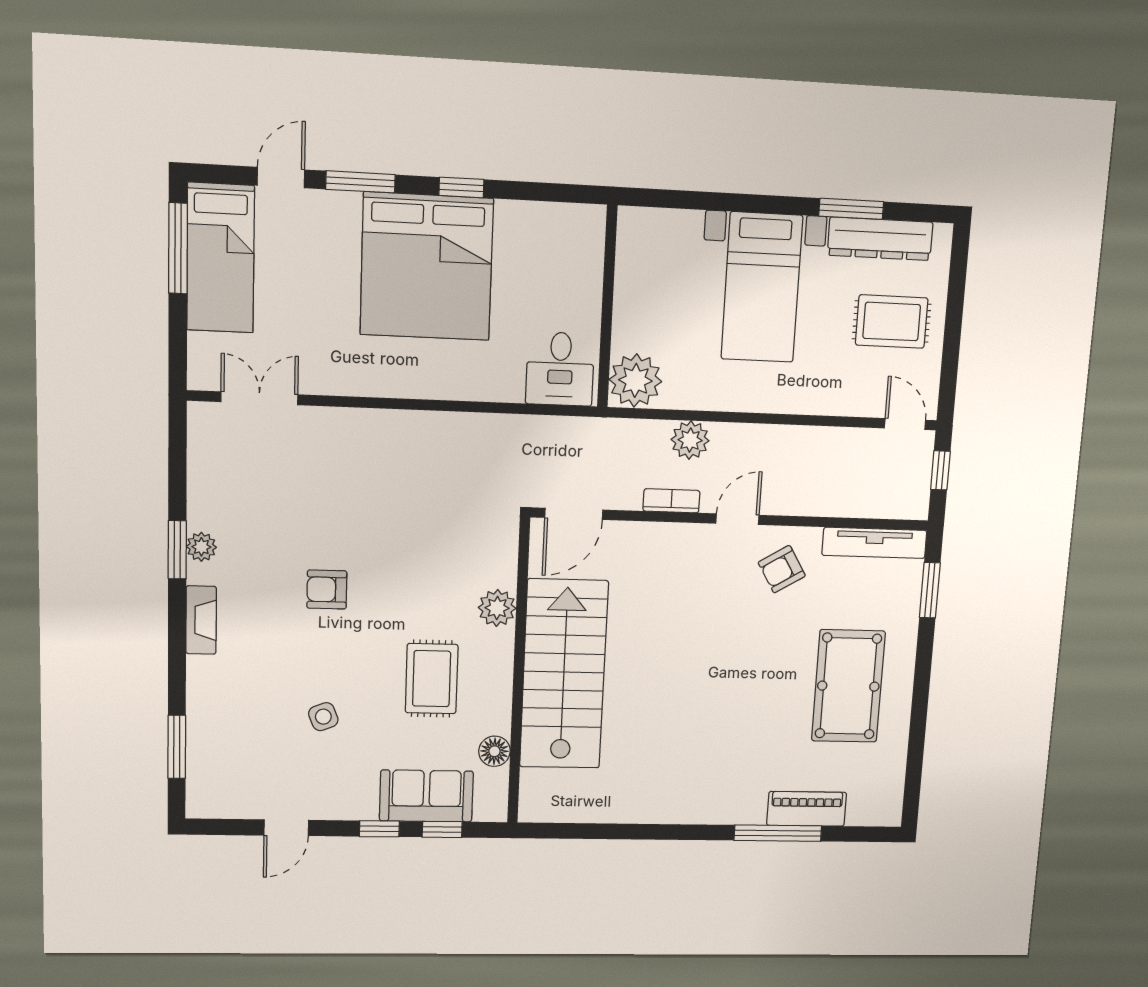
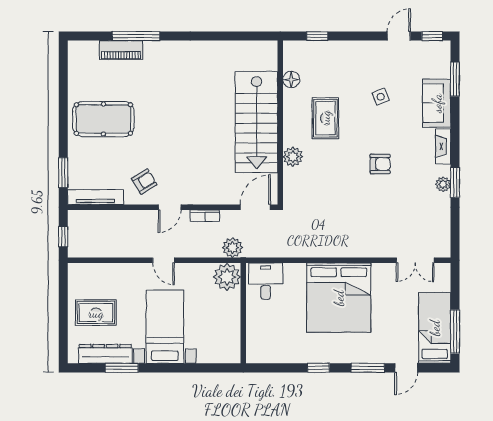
bed: (427, 267) -> (339, 298), moved, turned 180
door: (905, 424) -> (164, 260), moved
plant: (690, 440) -> (233, 248), moved
pool table: (848, 686) -> (103, 119), turned 90
sofa: (426, 796) -> (437, 103), moved, turned 90
window: (379, 829) -> (432, 36), moved

